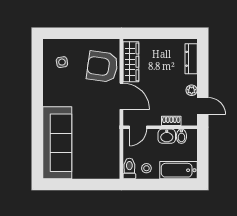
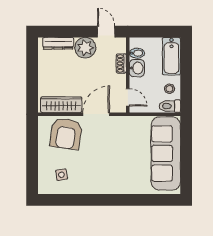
plant: (192, 90) -> (85, 48), width x1.88, depth x1.88
door: (203, 106) -> (106, 32), hinge flipped
sofa: (57, 143) -> (166, 153), moved, turned -90

